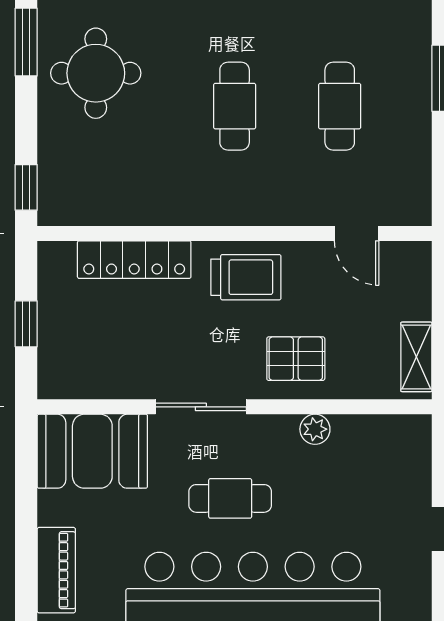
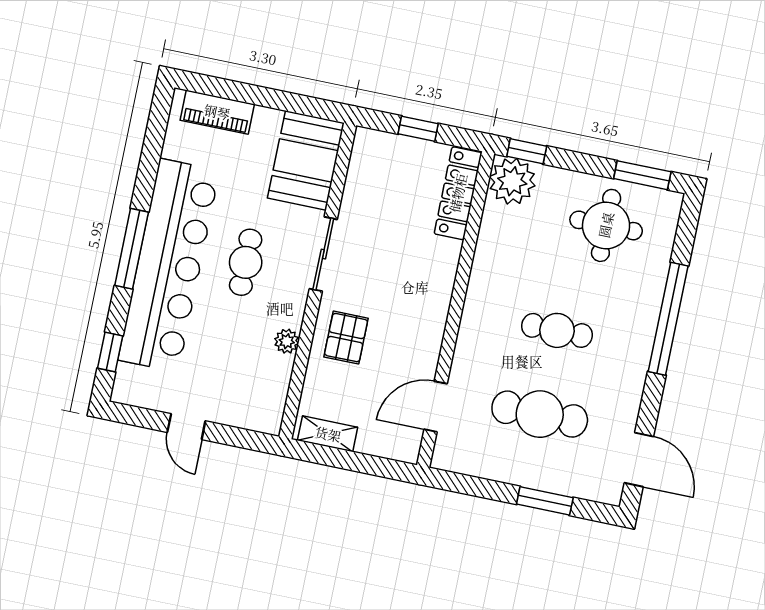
cafe table: (340, 106) -> (540, 414), width x1.37, depth x1.35
plant: (66, 197) -> (512, 181), added
door: (357, 233) -> (436, 407), width x1.38
locker: (134, 260) -> (458, 193), moved
trolley: (246, 277) -> (419, 311), removed

